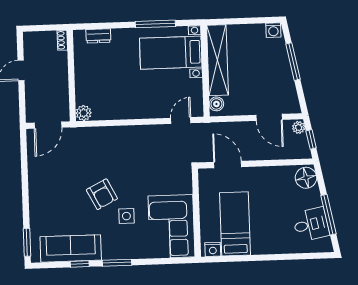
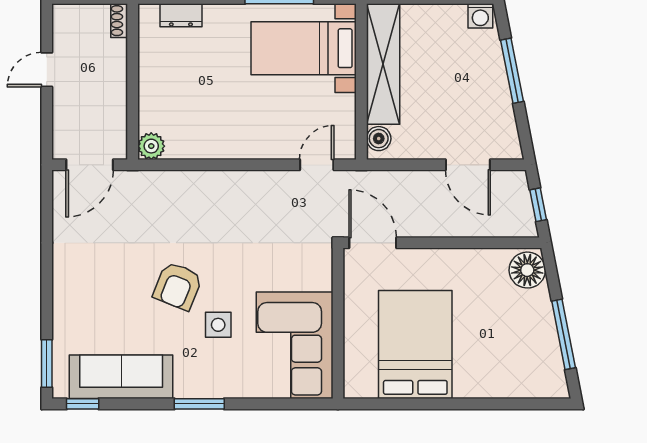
plant: (299, 127) -> (518, 184), removed
door: (228, 165) -> (373, 243), moved
armchair: (102, 194) -> (178, 286), turned 49
bed: (235, 224) -> (415, 345), width x1.50
desk: (311, 224) -> (533, 350), removed
nightstand: (213, 249) -> (364, 387), removed
window: (80, 264) -> (83, 404), moved

